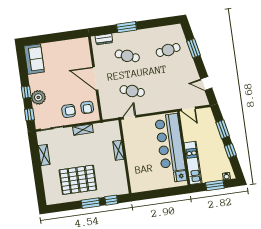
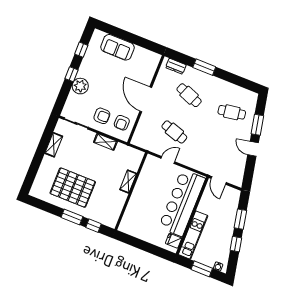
sofa: (34, 59) -> (118, 47), moved, turned 90
door: (206, 84) -> (253, 149), moved
window: (29, 115) -> (81, 50), moved
door: (130, 117) -> (168, 160), moved

